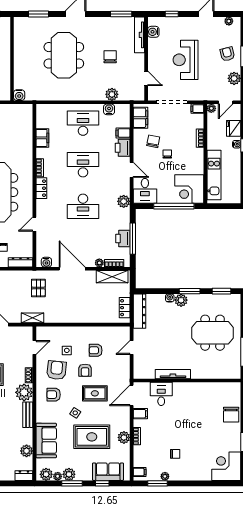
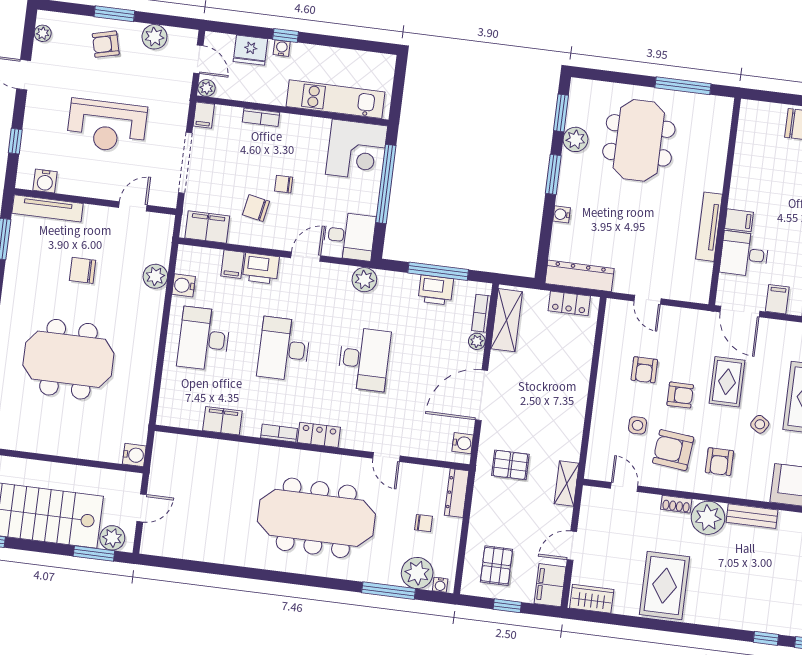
plant: (181, 300) -> (575, 139), moved
filing cabinet: (178, 389) -> (739, 220), added

